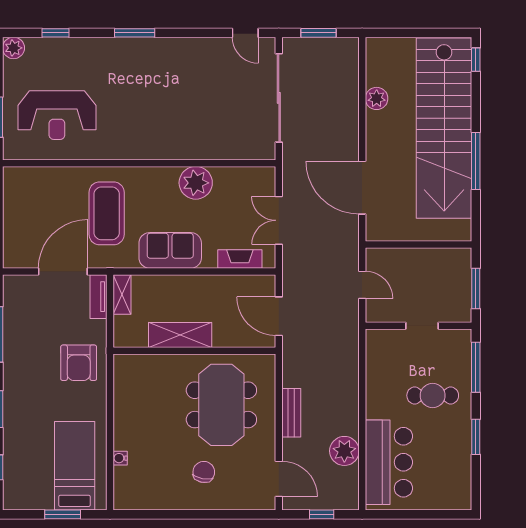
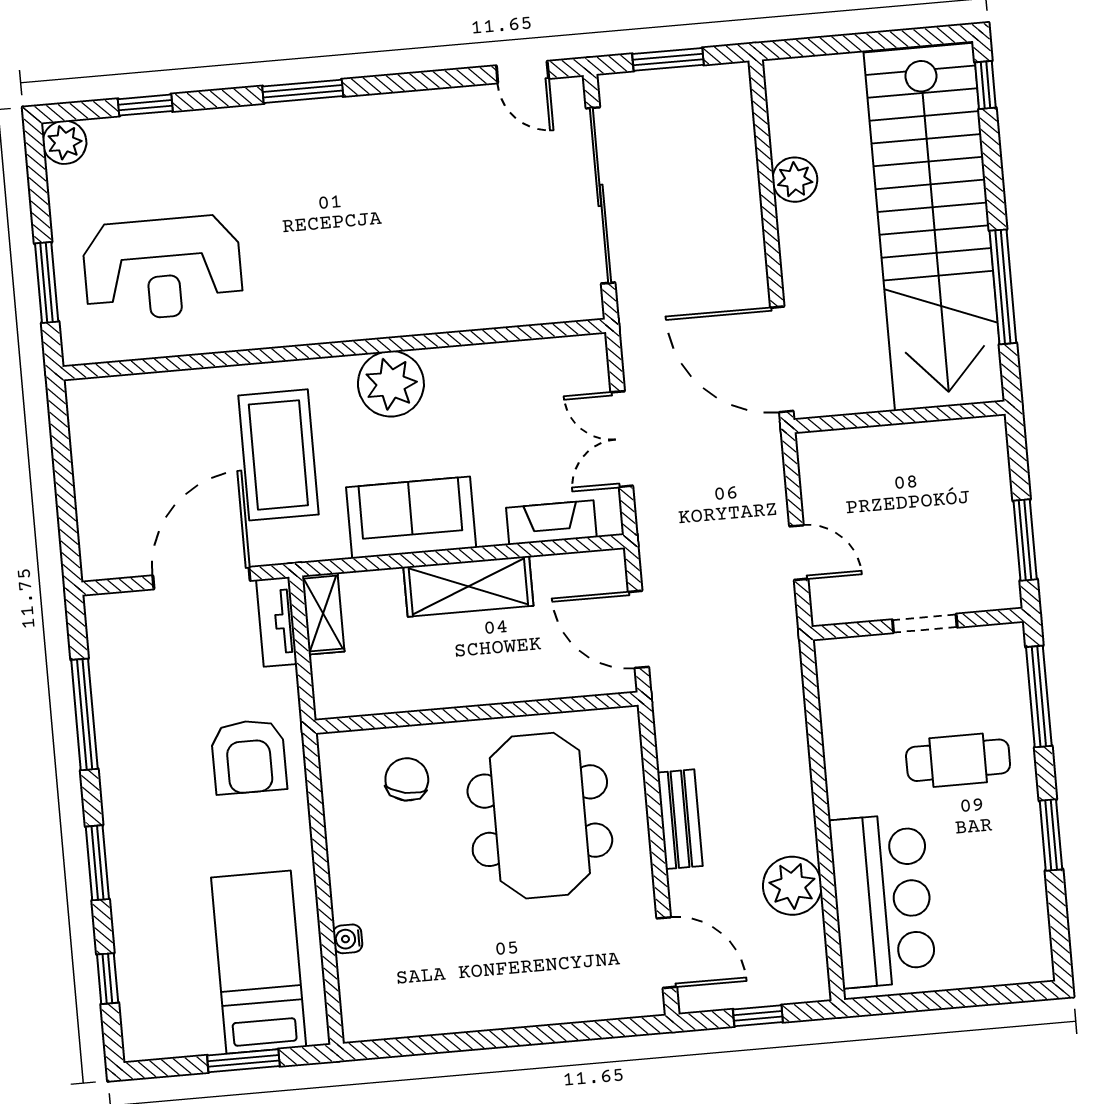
plant: (196, 183) -> (391, 384), moved
wall: (418, 244) -> (900, 417), moved
shelving: (180, 335) -> (468, 586), moved
chair: (204, 472) -> (407, 779), moved

